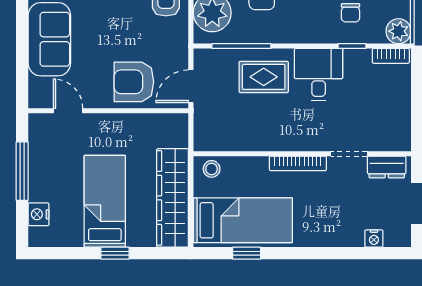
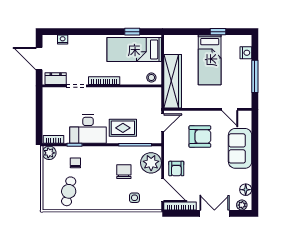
desk: (319, 75) -> (88, 129), width x1.37
armchair: (134, 82) -> (200, 137), moved
wardrobe: (173, 198) -> (173, 81), moved
window: (115, 253) -> (218, 32), moved

